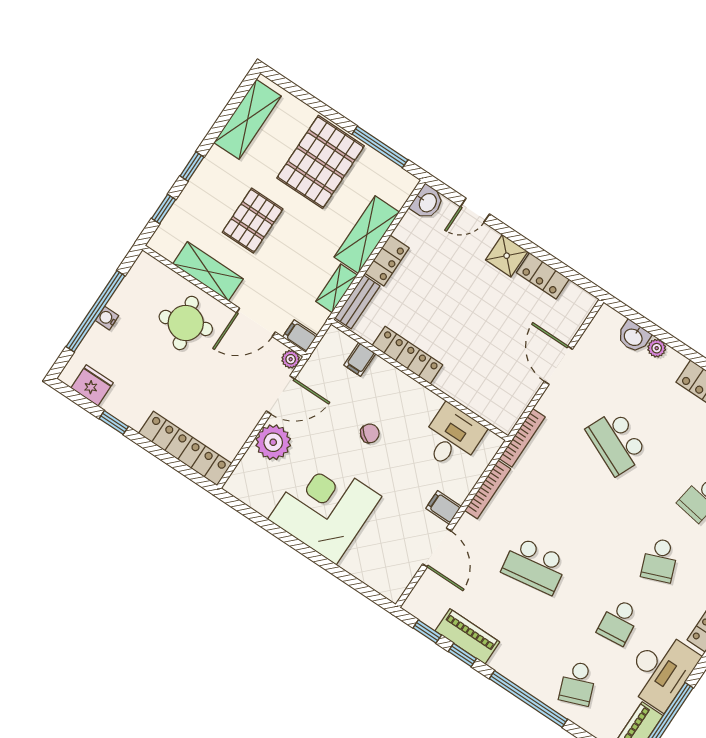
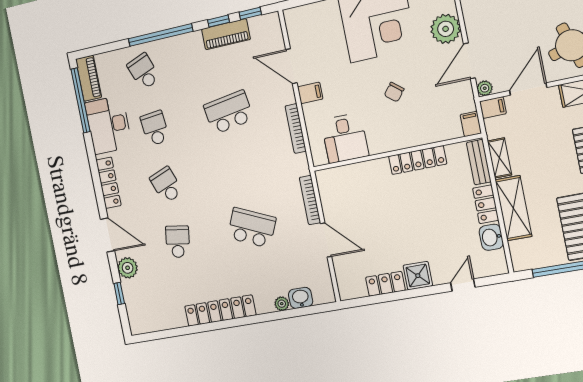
washbasin: (427, 202) -> (491, 237), moved
filing cabinet: (360, 359) -> (471, 124), moved
bookcase: (522, 438) -> (310, 200), moved

